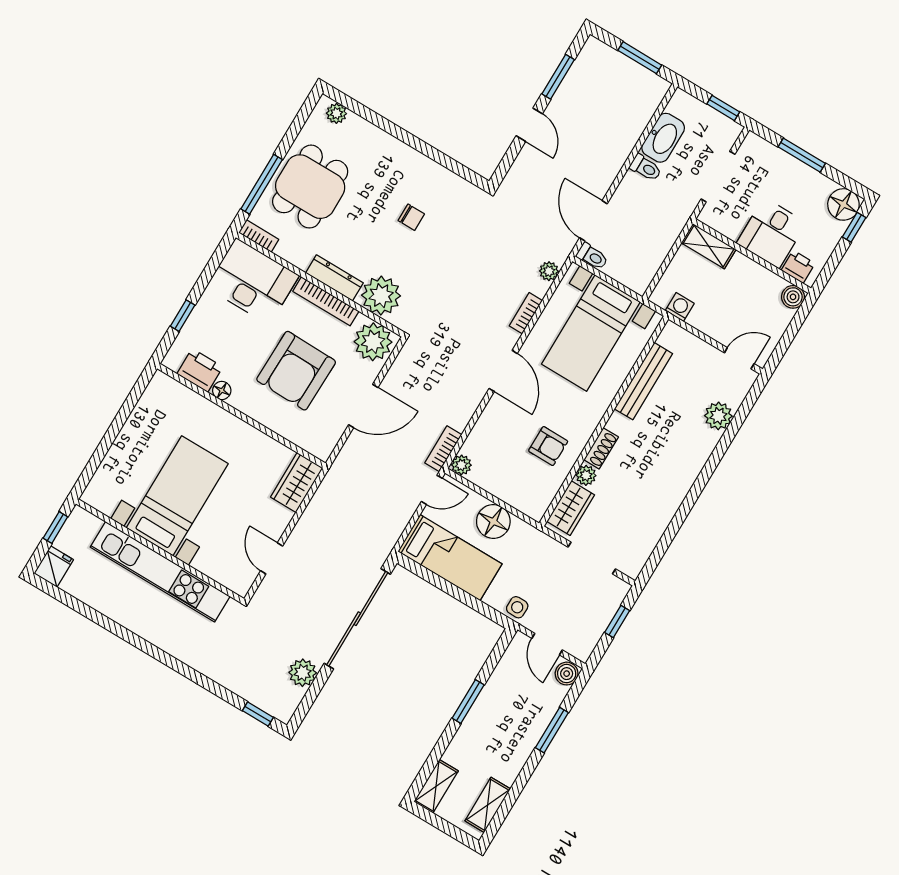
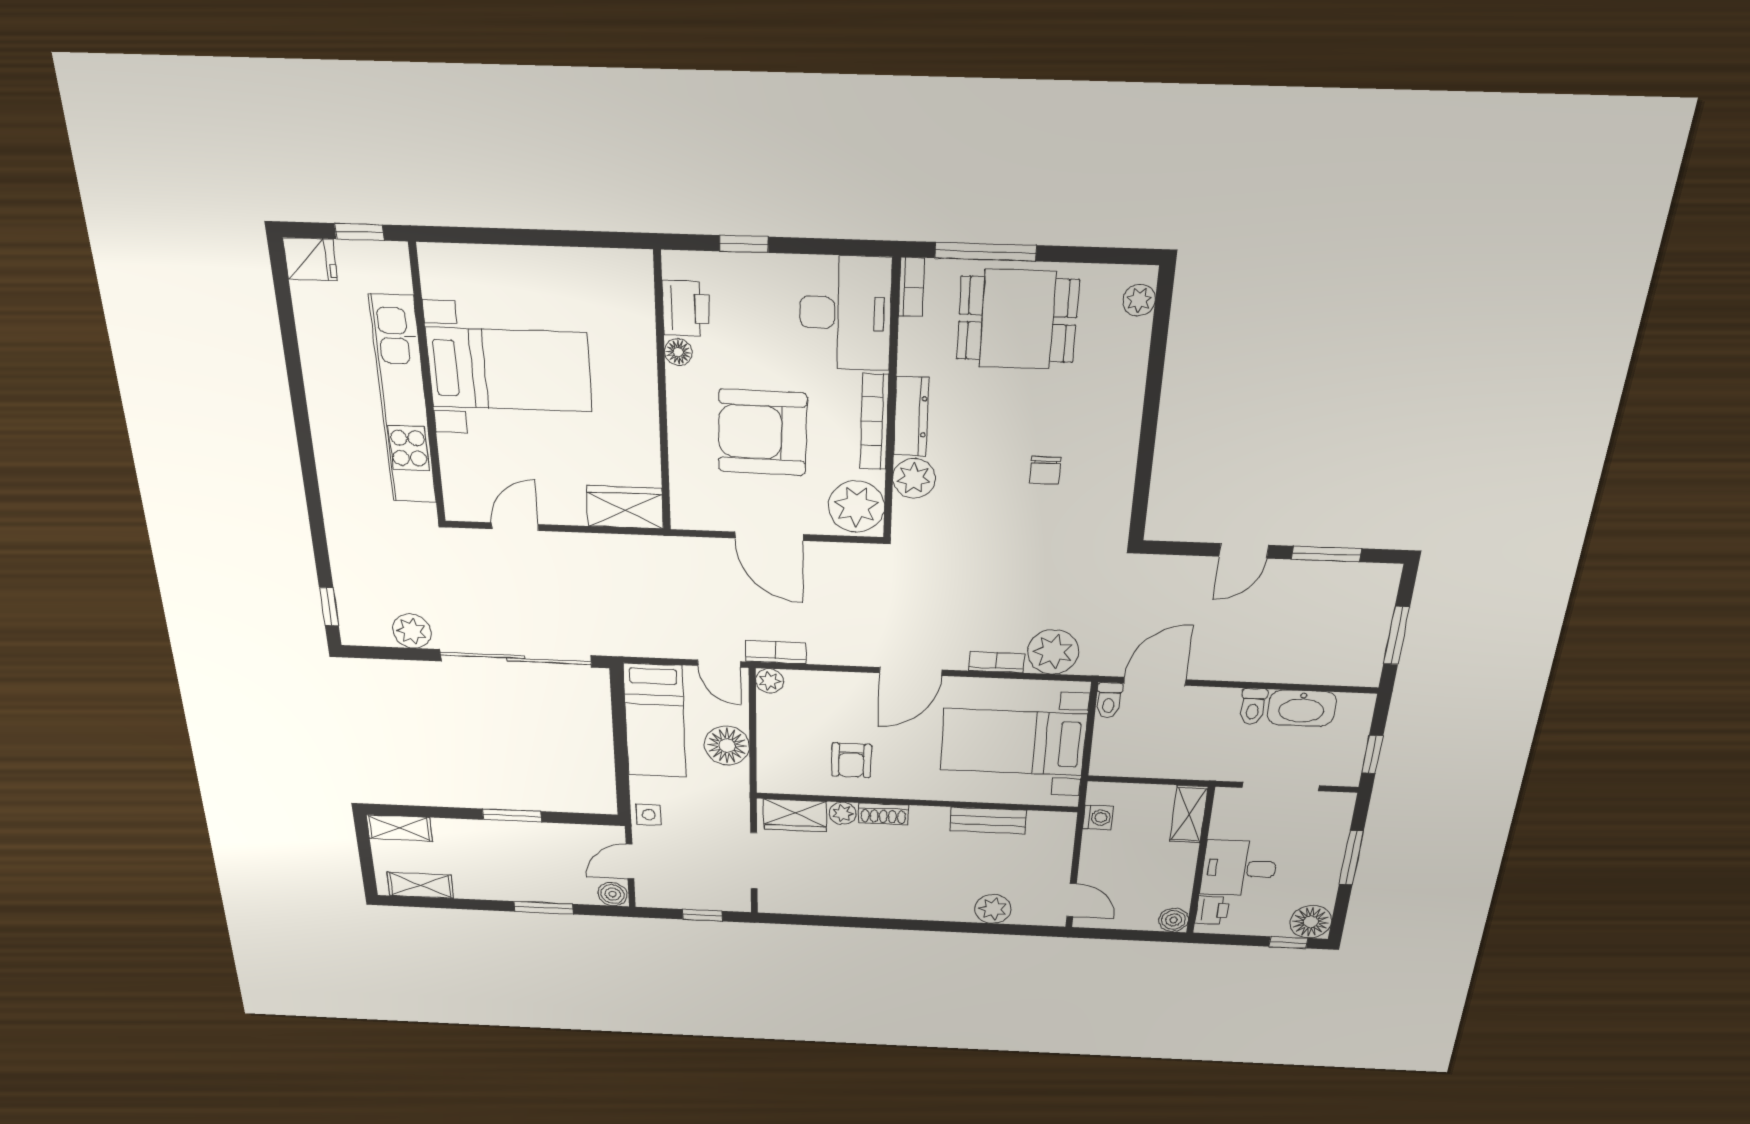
plant: (549, 271) -> (1053, 652), width x1.88, depth x1.88
plant: (381, 296) -> (914, 478), width x0.73, depth x0.73
bench: (643, 381) -> (988, 821), width x0.73

